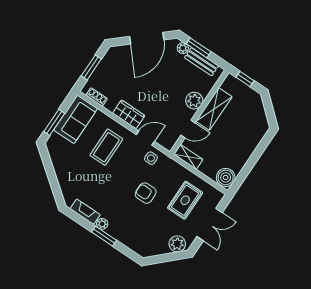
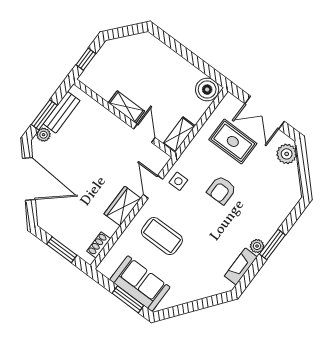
plant: (194, 101) -> (109, 124), removed
shelving: (214, 109) -> (126, 107), width x0.67, depth x0.75
sofa: (76, 119) -> (140, 283), moved
double door: (210, 224) -> (265, 113), swing flipped

